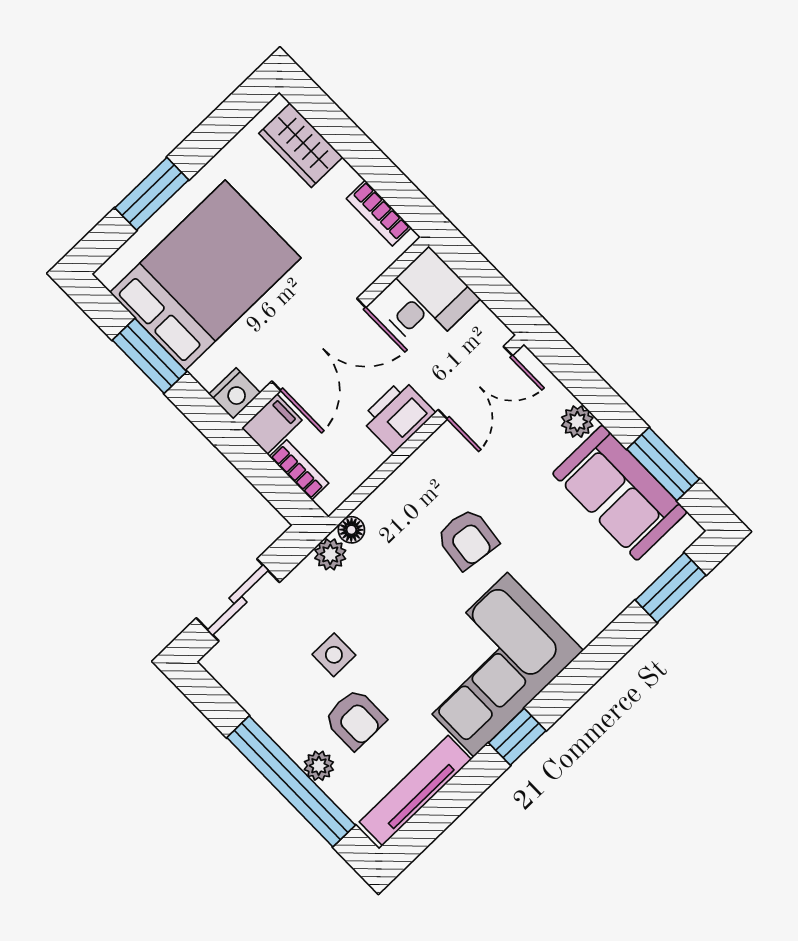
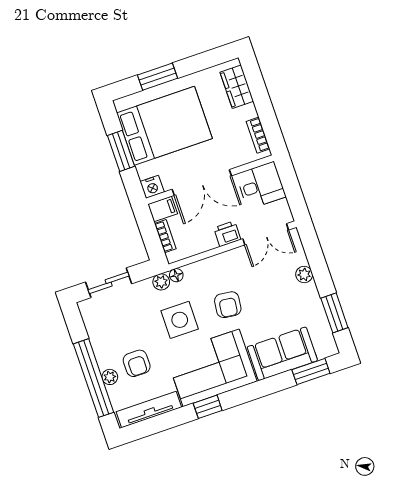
printer: (398, 416) -> (227, 234), width x0.73, depth x0.81
sofa: (620, 493) -> (282, 354), moved, turned 90
side table: (334, 655) -> (180, 320), moved, width x1.87, depth x1.87

